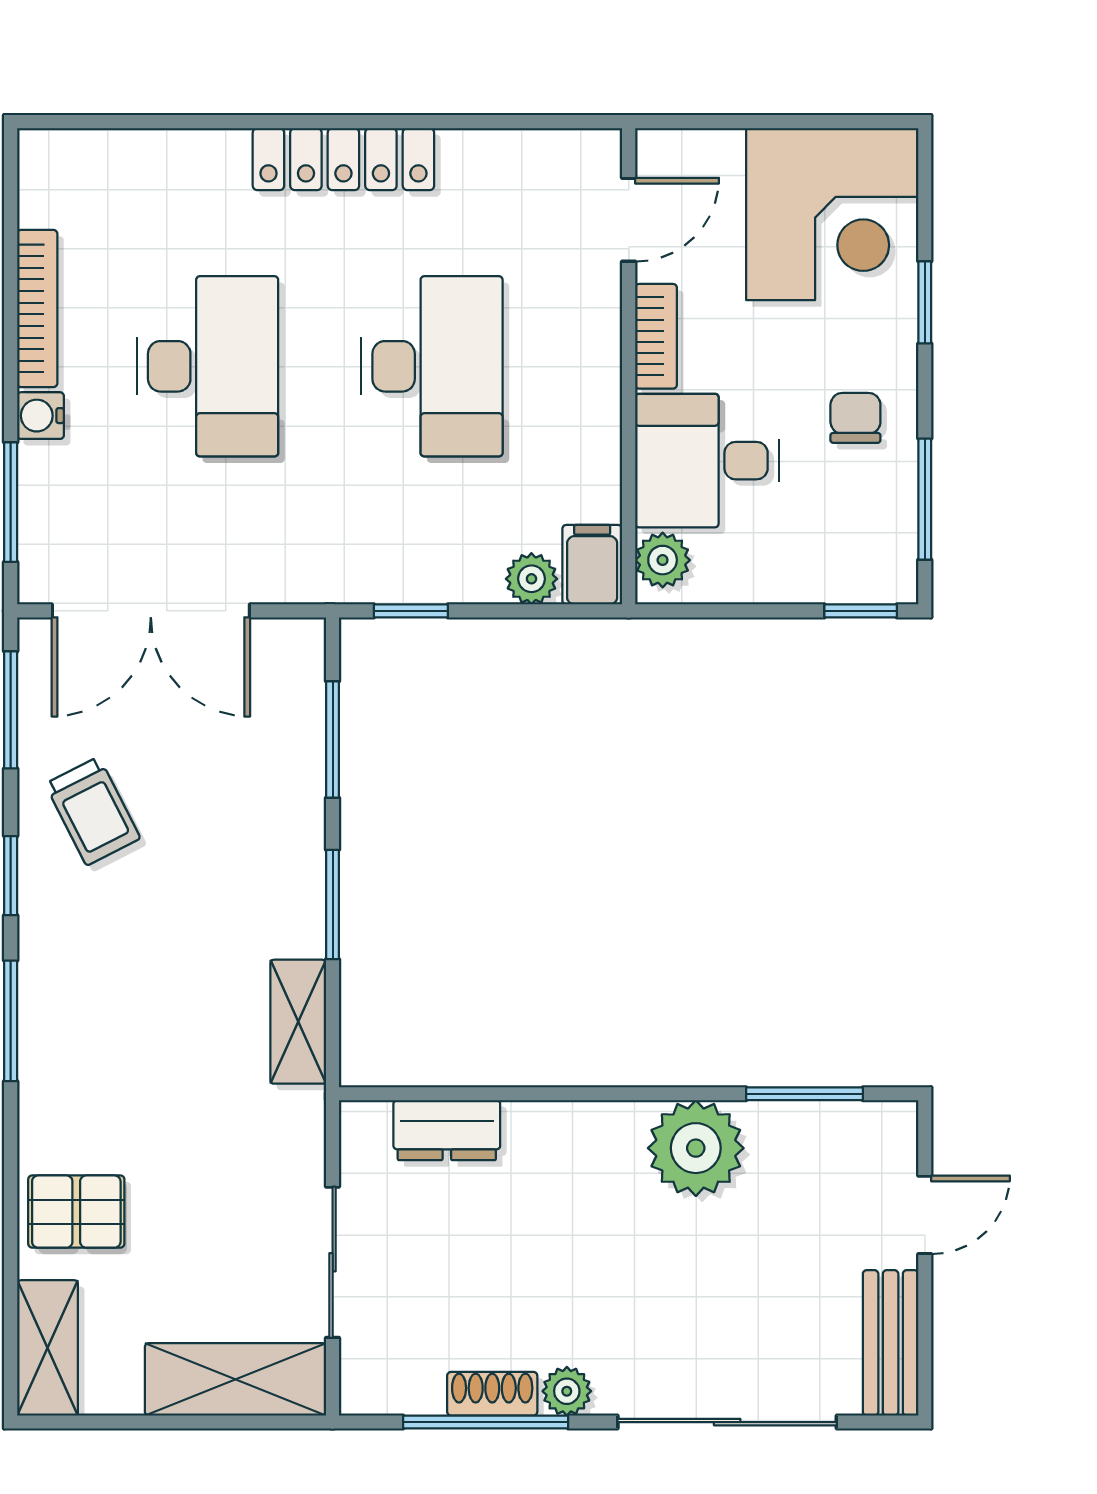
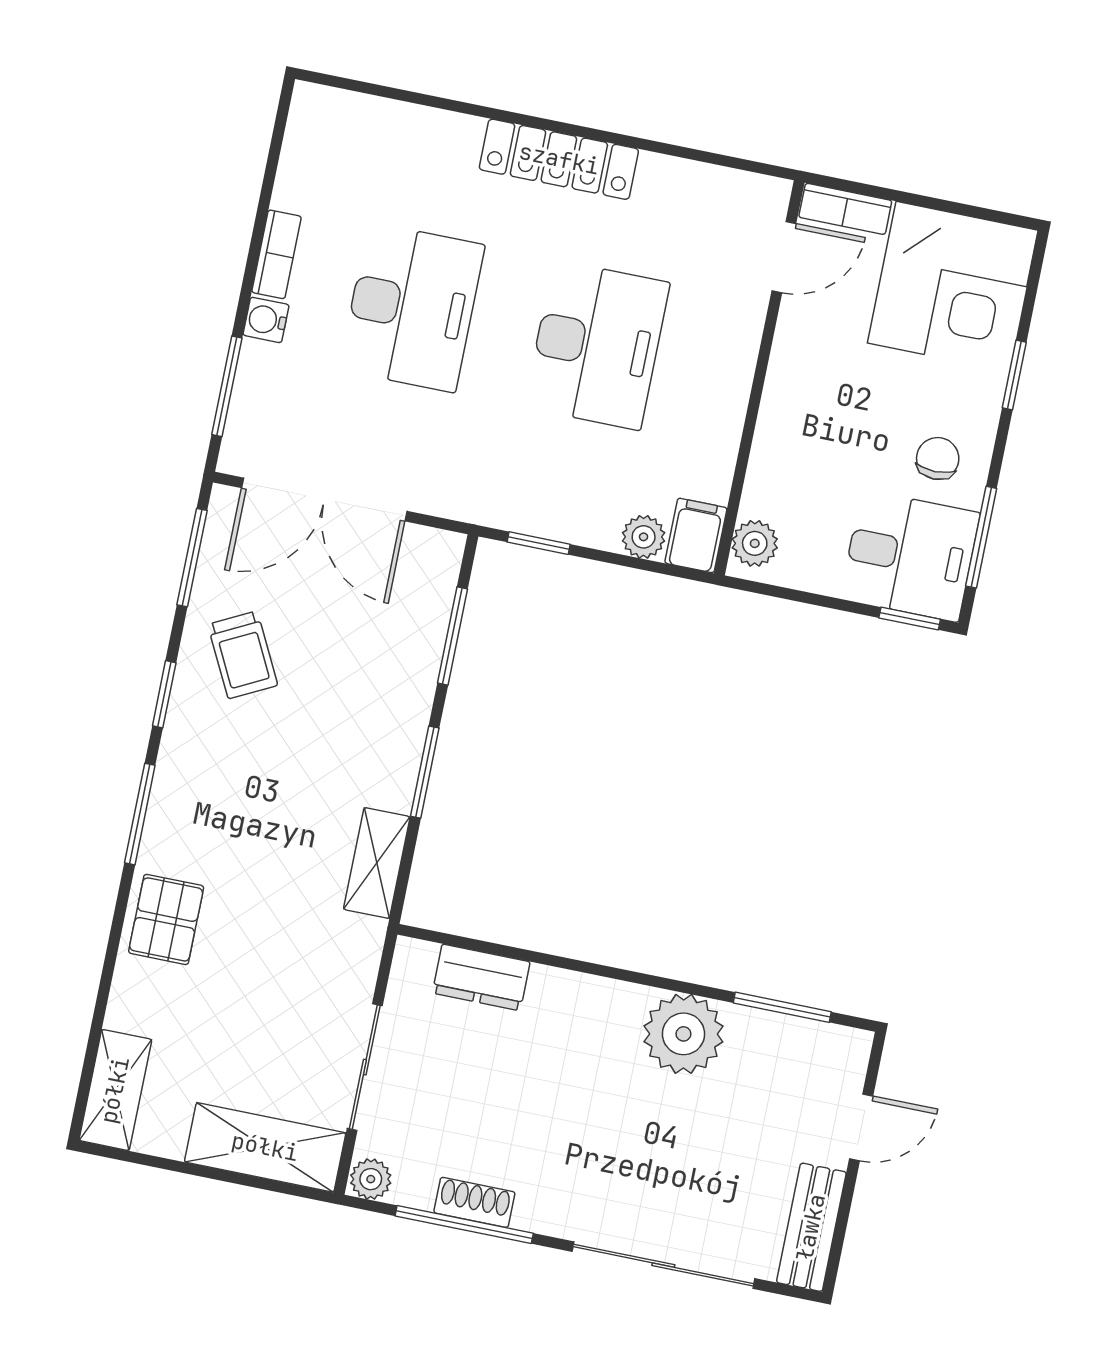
bookcase: (37, 309) -> (276, 254), width x0.64
bookcase: (656, 336) -> (845, 209), moved, turned 90
desk: (707, 461) -> (910, 556), moved, turned 180
pallet: (76, 1212) -> (166, 919), moved, turned 90
plant: (567, 1391) -> (371, 1179), moved

